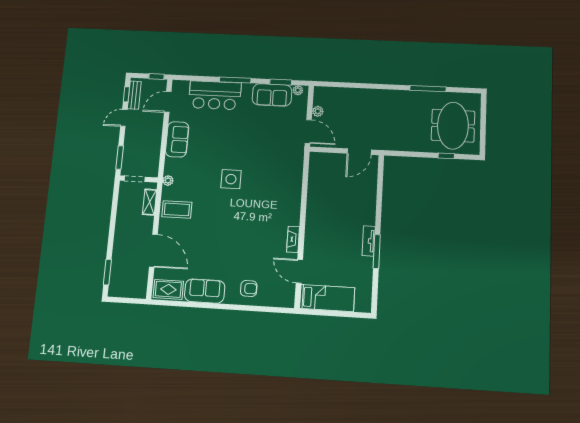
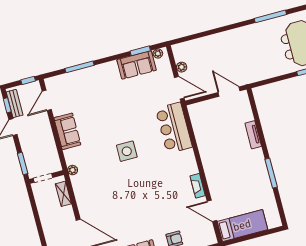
window: (235, 80) -> (80, 67), moved
bar counter: (215, 95) -> (174, 128), moved, turned 90
door: (359, 152) -> (229, 92), swing flipped
coffee table: (177, 209) -> (89, 193), removed
tv unit: (369, 241) -> (253, 135), moved

